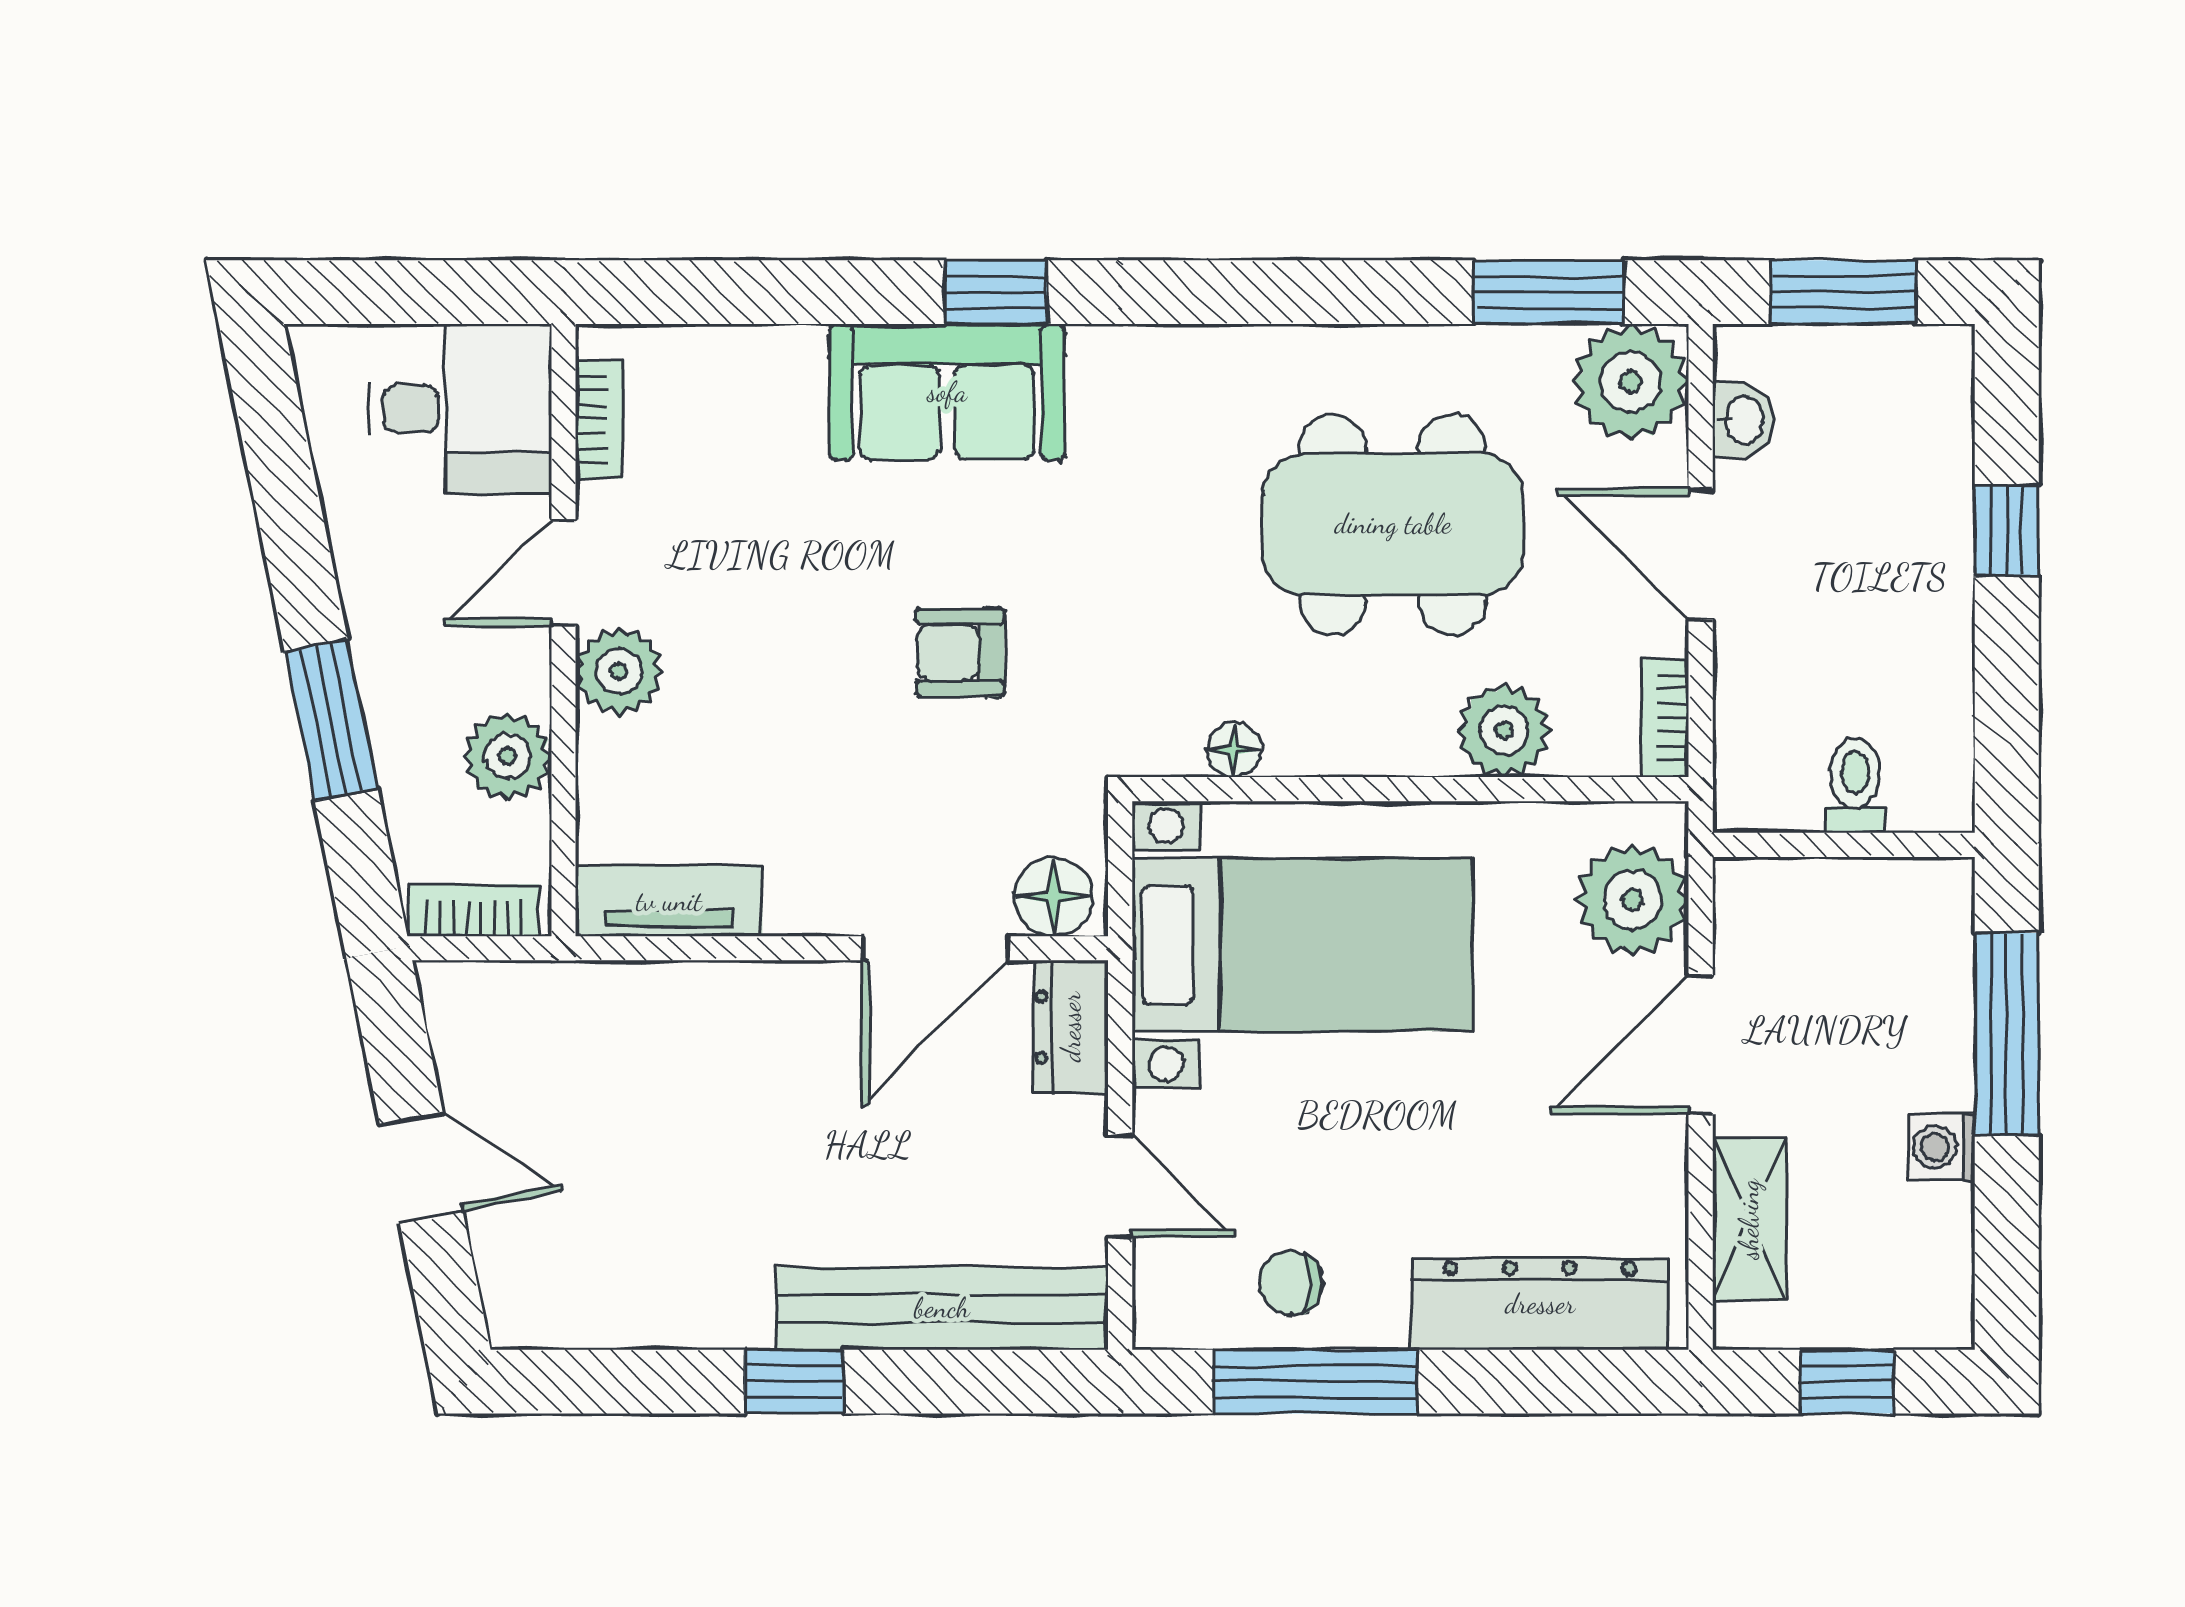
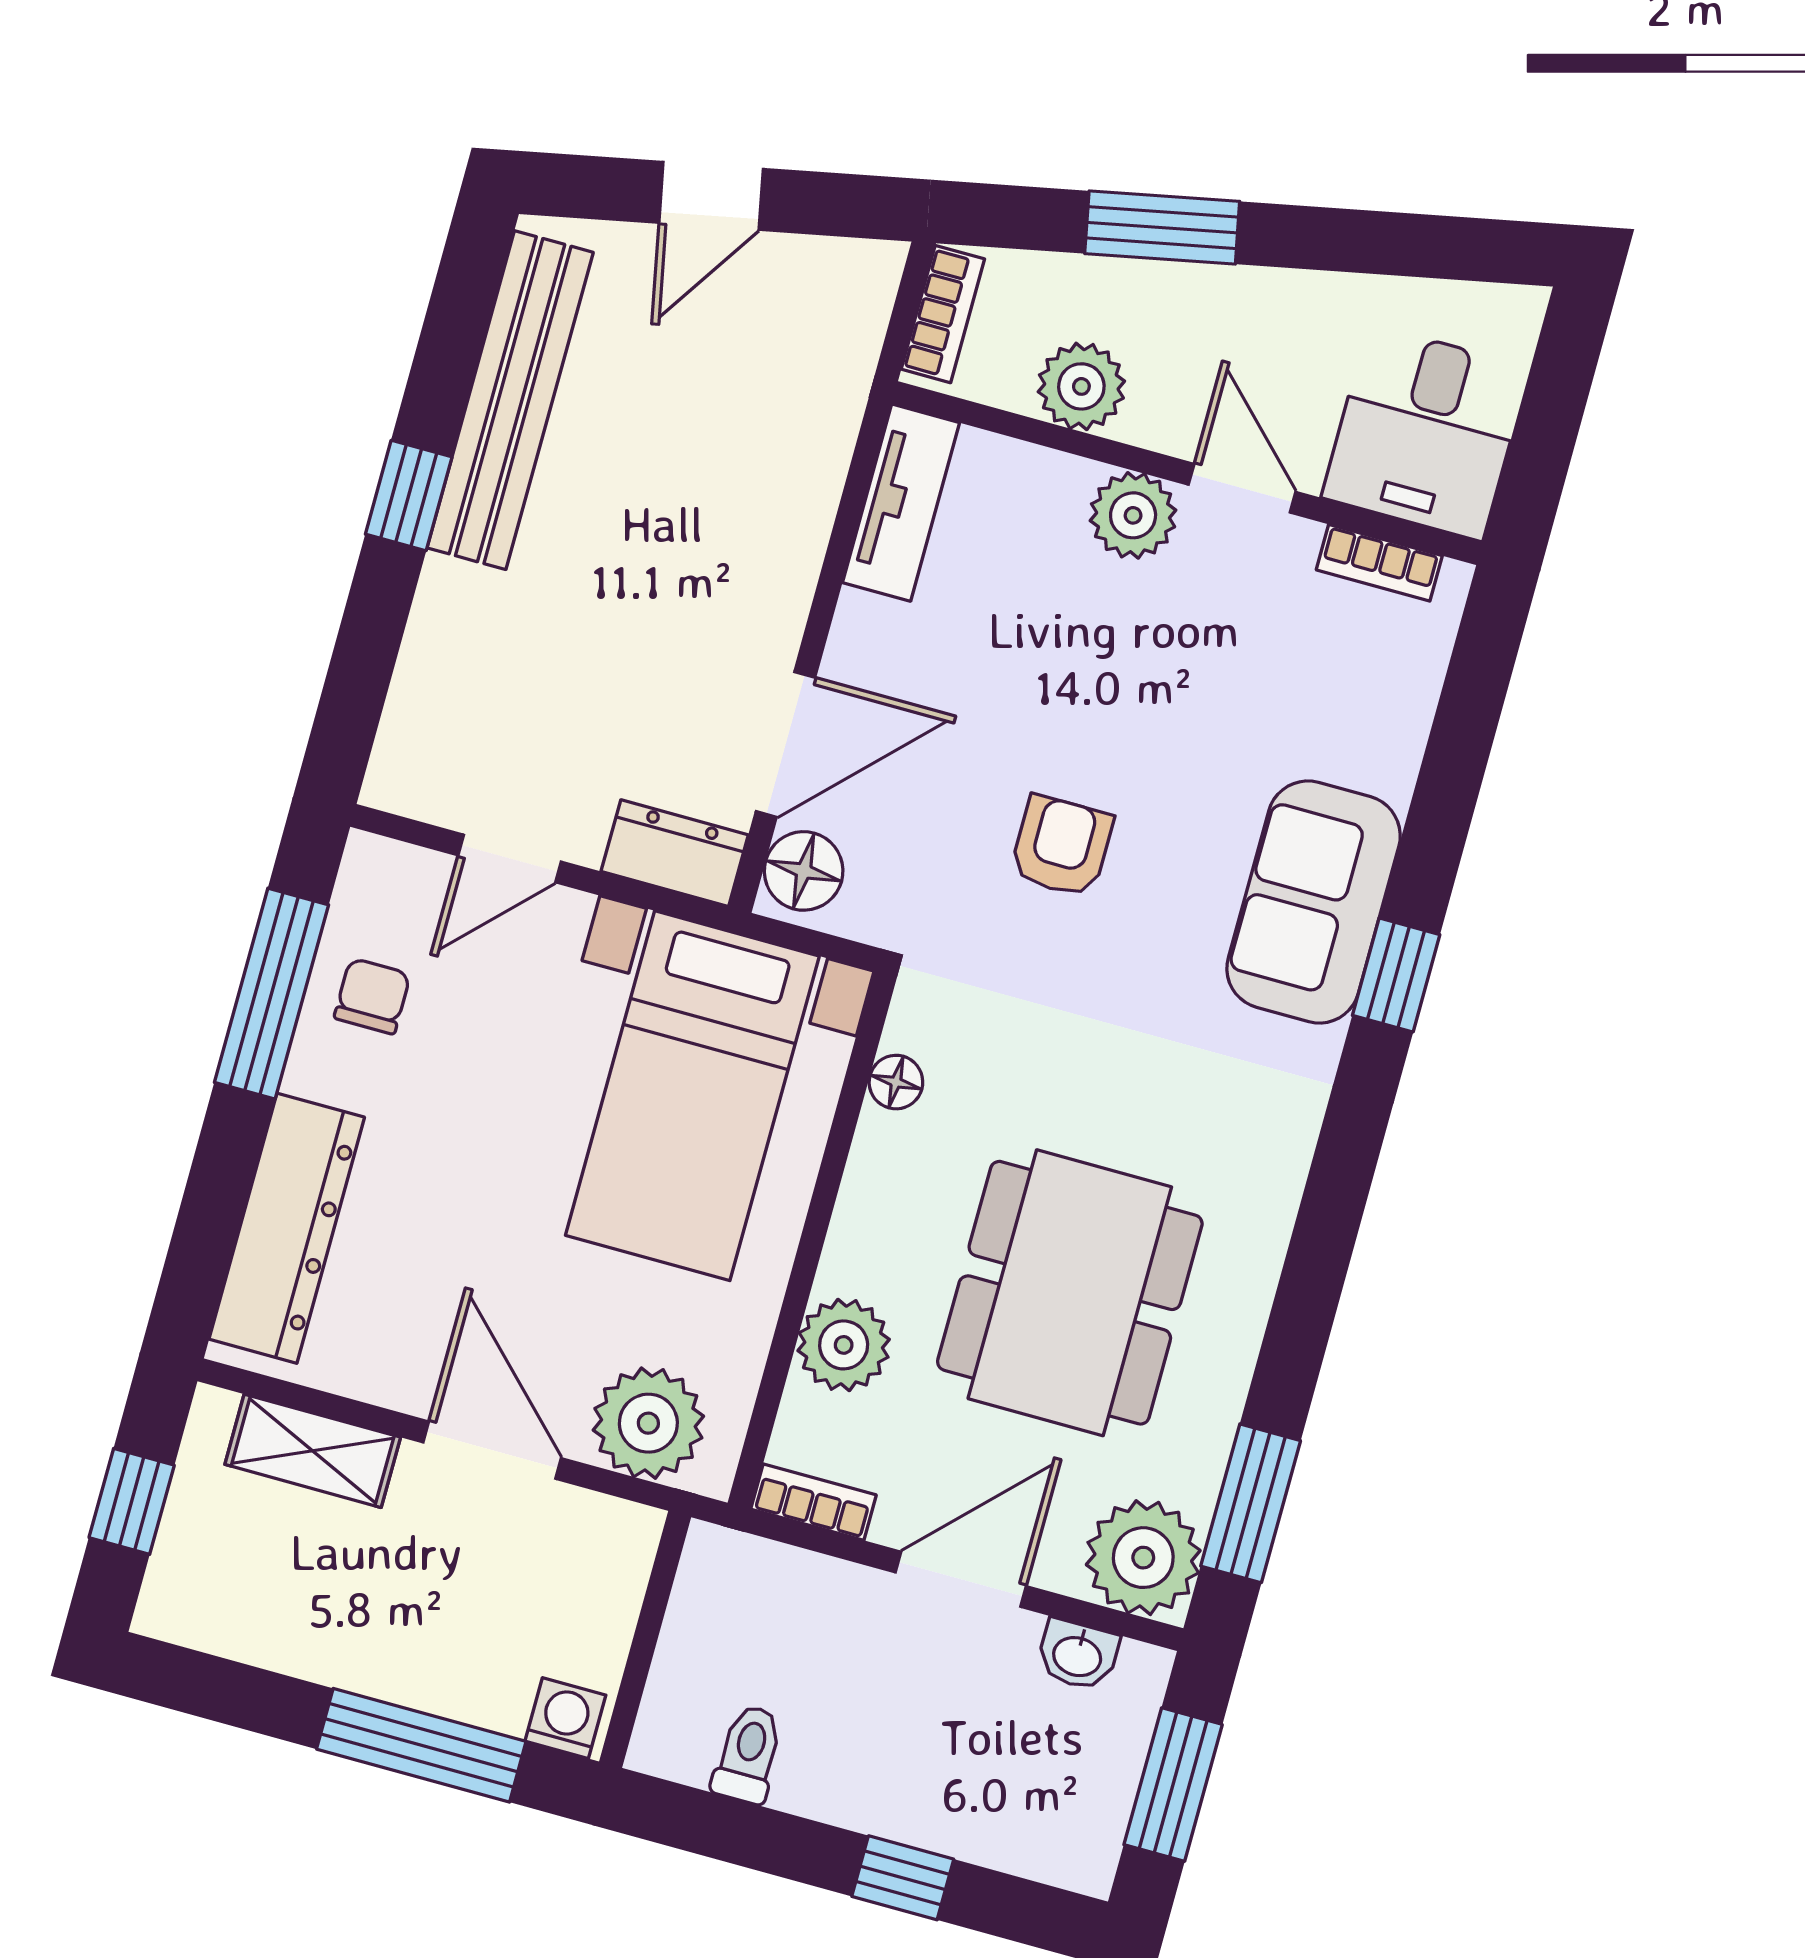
toilet: (1855, 786) -> (748, 1754), moved, turned -90
door: (935, 948) -> (785, 744), swing flipped
washing machine: (1942, 1147) -> (565, 1718), moved
bench: (942, 1308) -> (510, 400), moved

